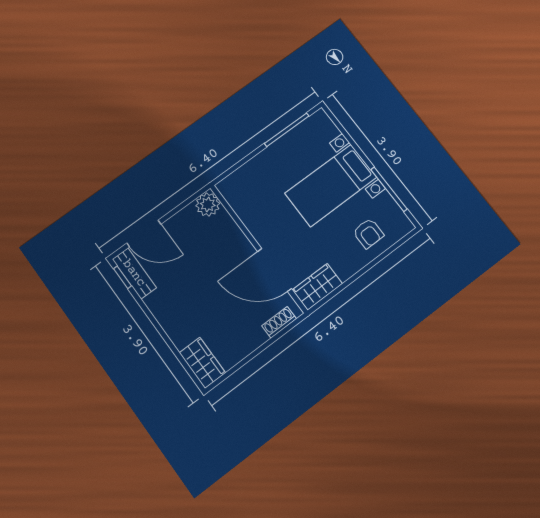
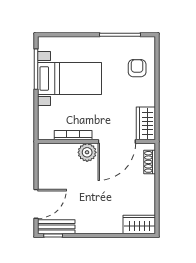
bed with nightstands: (331, 185) -> (69, 79), moved, turned -90
plant: (208, 205) -> (87, 152), moved
bookcase: (247, 219) -> (73, 135), added
armchair: (368, 233) -> (137, 68), turned -90

